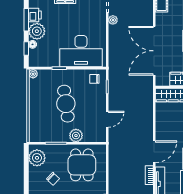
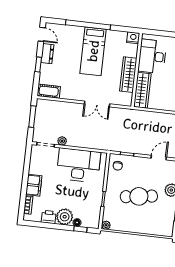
window: (26, 20) -> (52, 226), removed
desk: (81, 51) -> (78, 165), moved, turned -90
double door: (154, 51) -> (97, 104), width x0.54
door: (107, 119) -> (159, 158), hinge flipped

